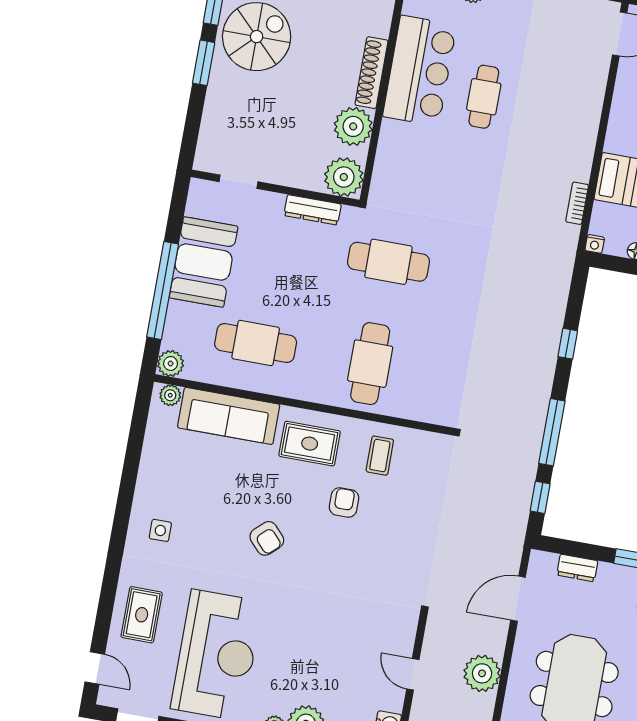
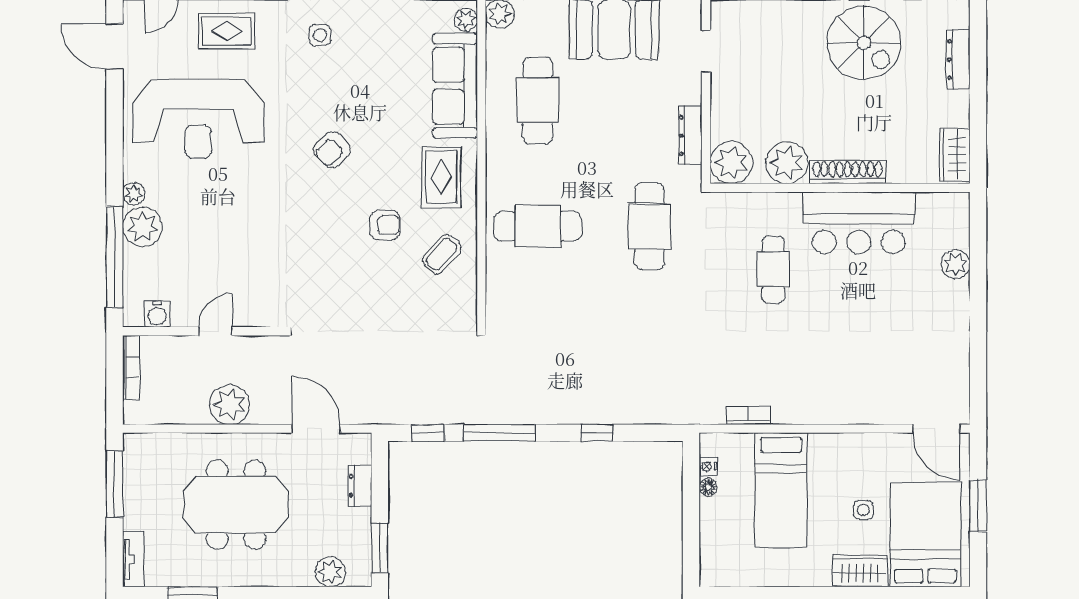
cafe table: (484, 97) -> (773, 269), moved, turned 90
nightstand: (595, 244) -> (708, 467), moved
coffee table: (380, 456) -> (442, 254), turned -48

